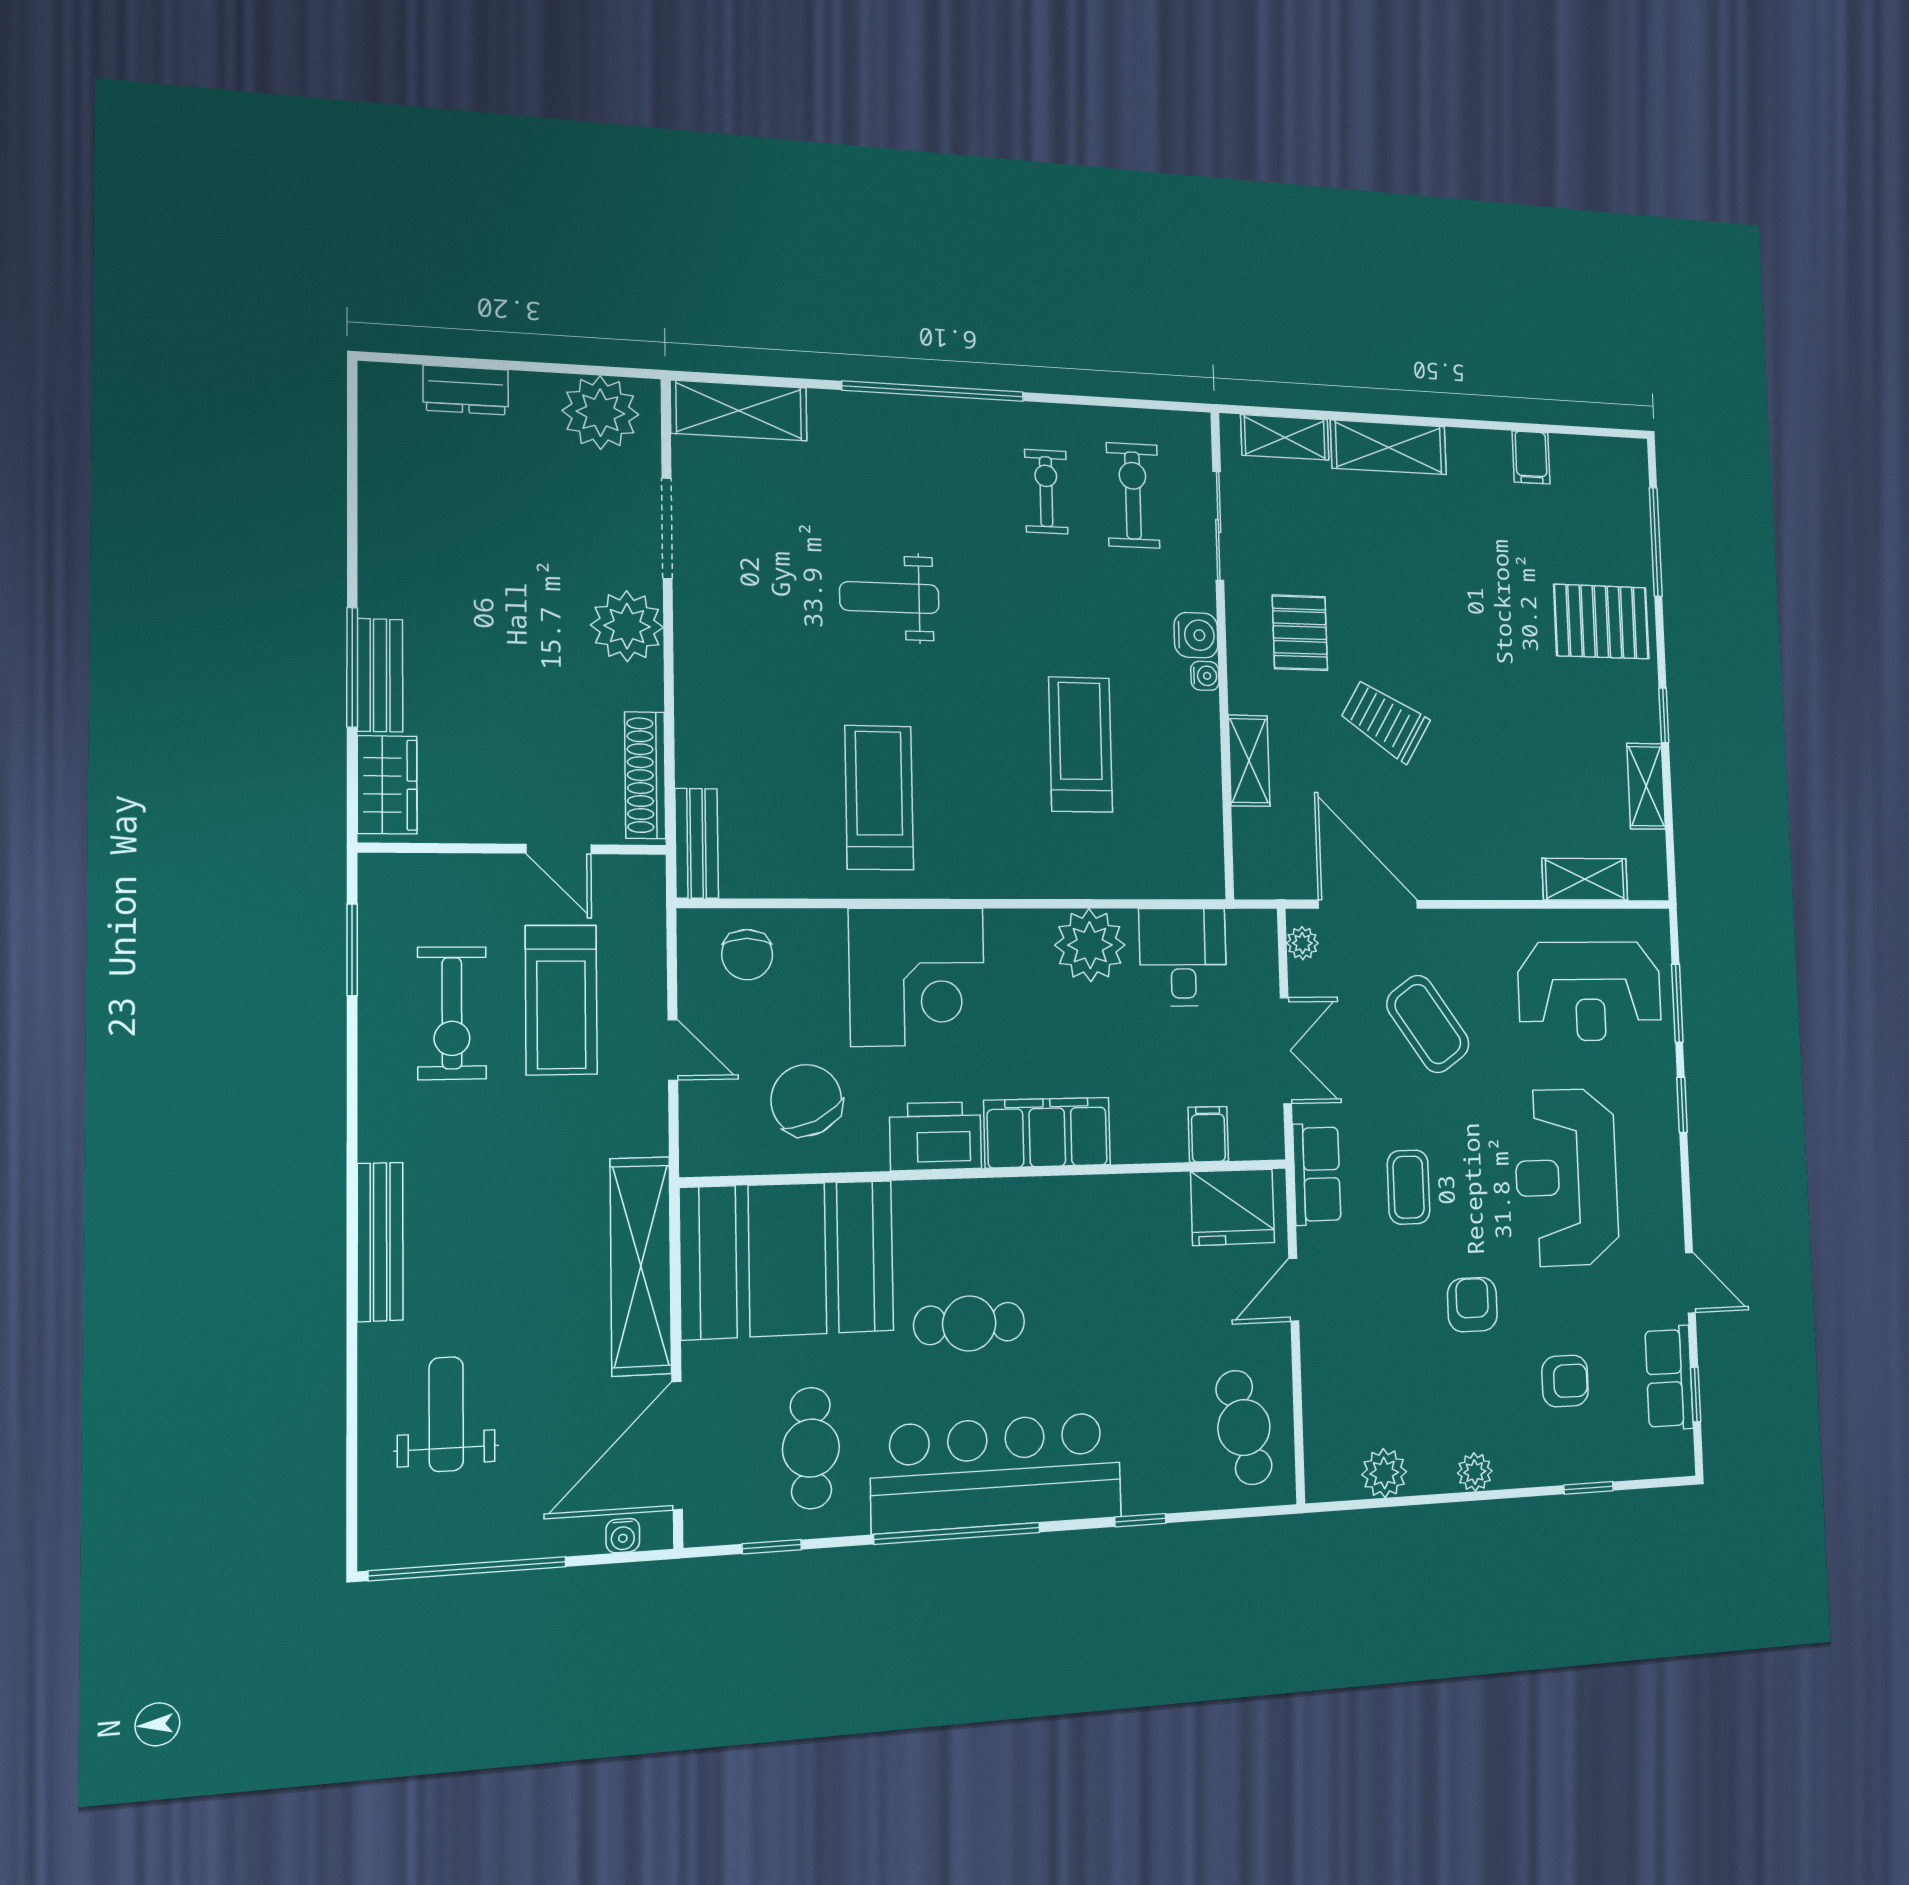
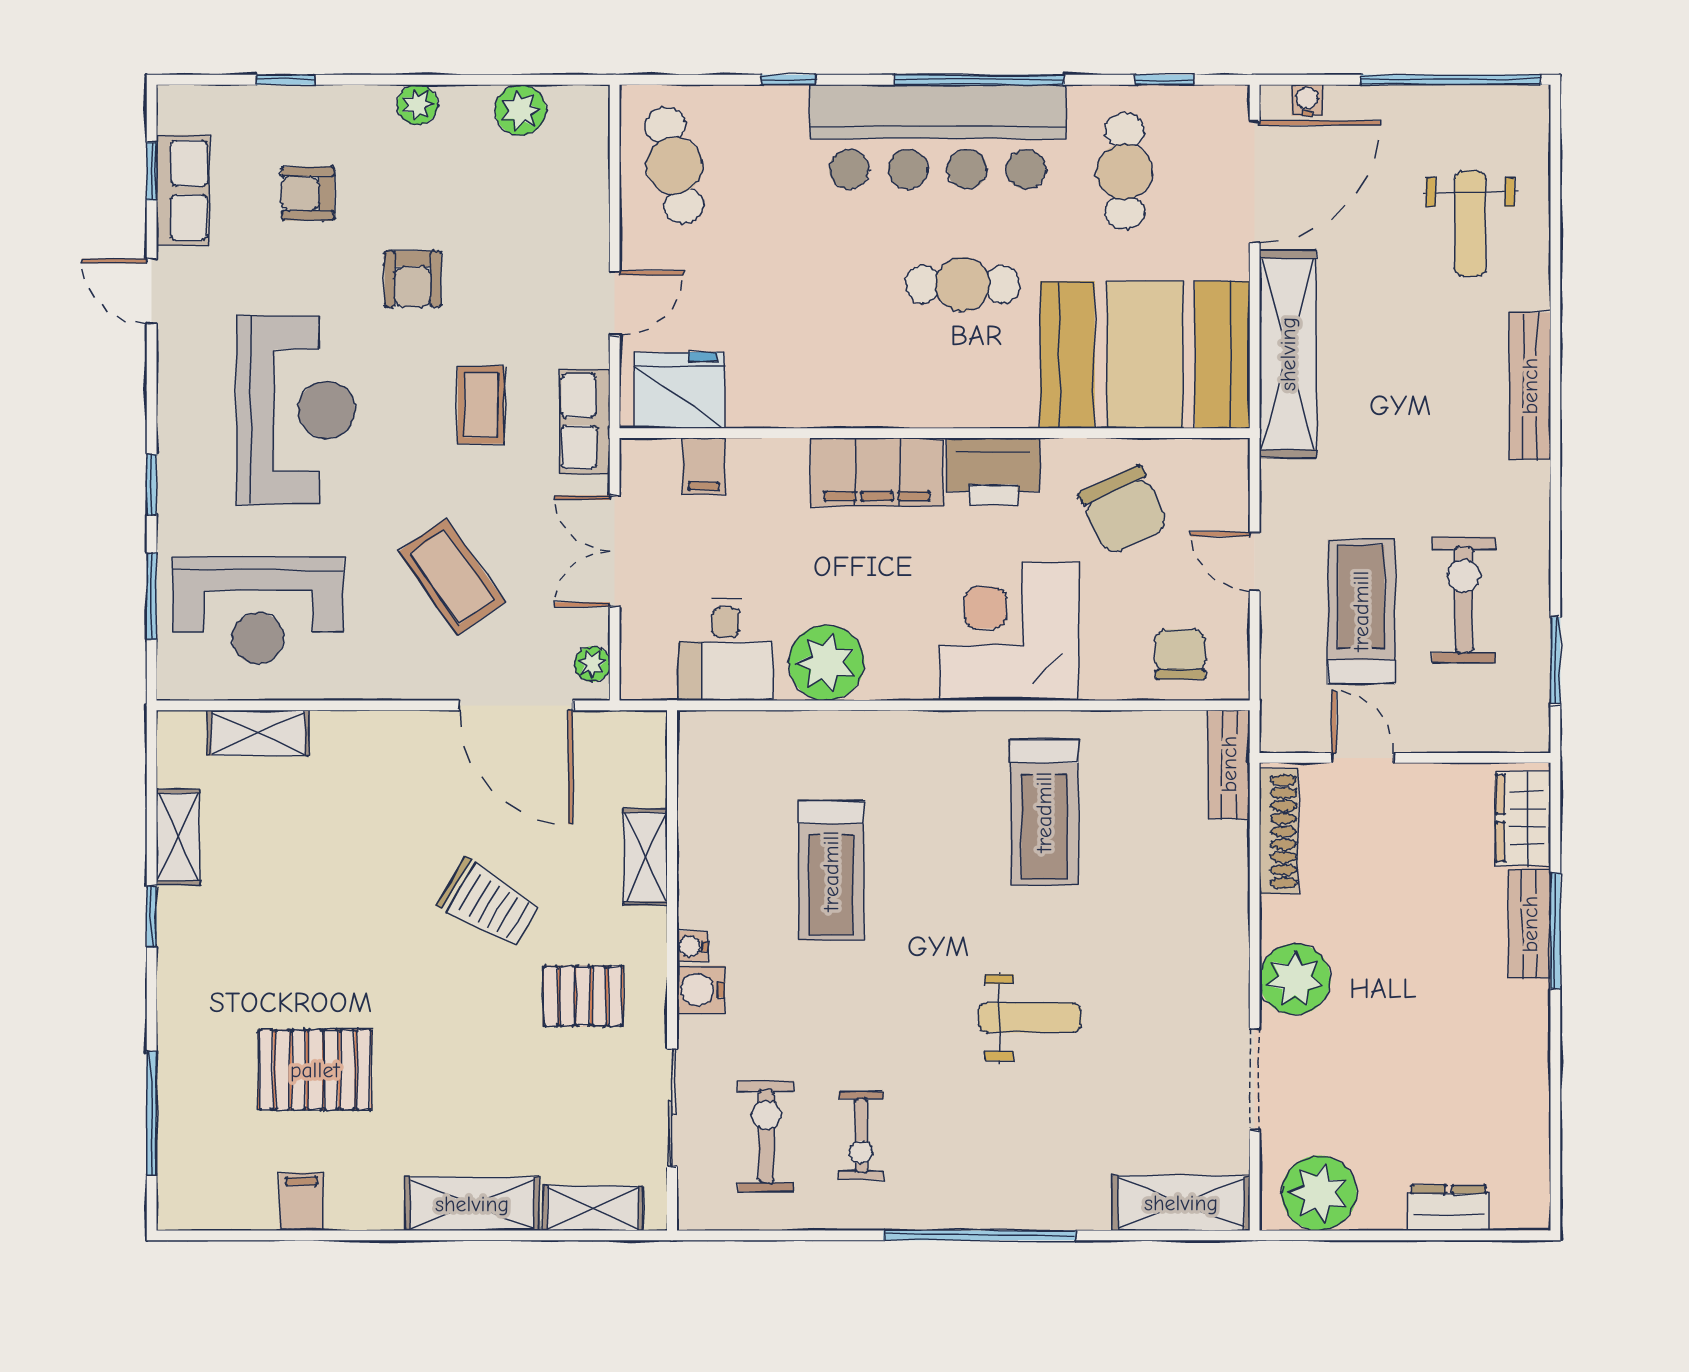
exercise bike: (1133, 495) -> (766, 1136), turned 180
pallet: (1601, 622) -> (315, 1070), moved
pallet: (1300, 633) -> (583, 996), turned 90
reception desk: (1590, 991) -> (258, 610), turned 180

